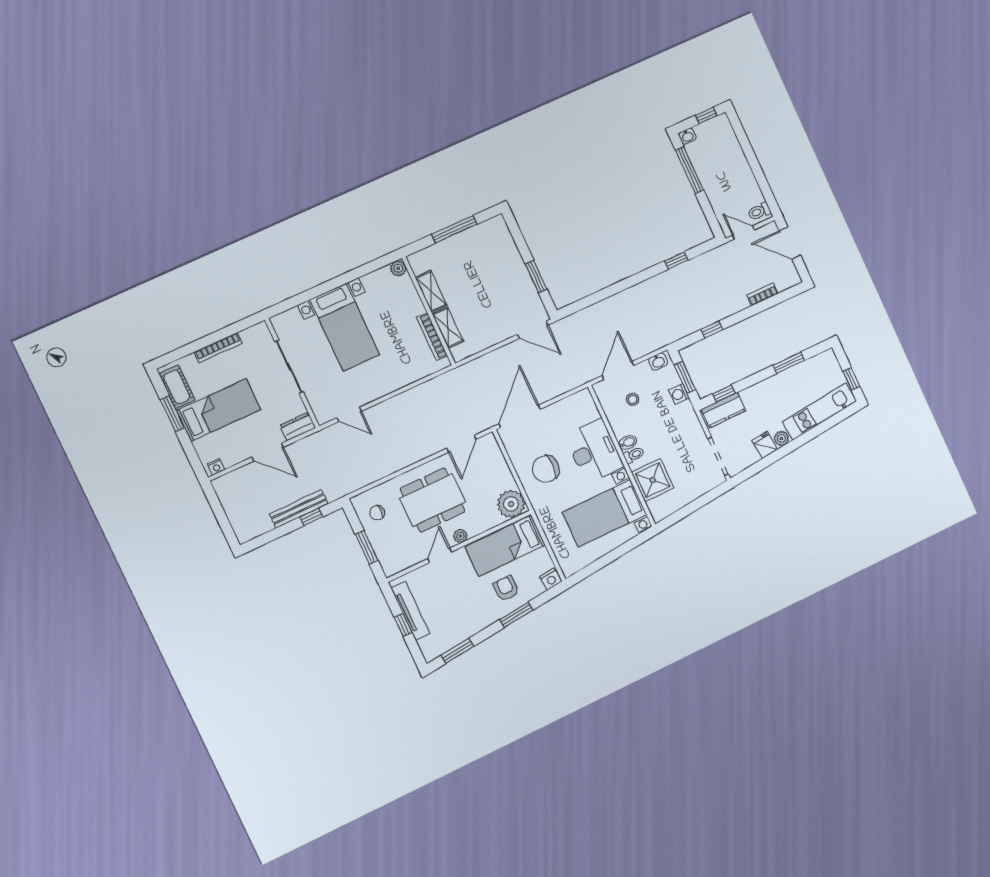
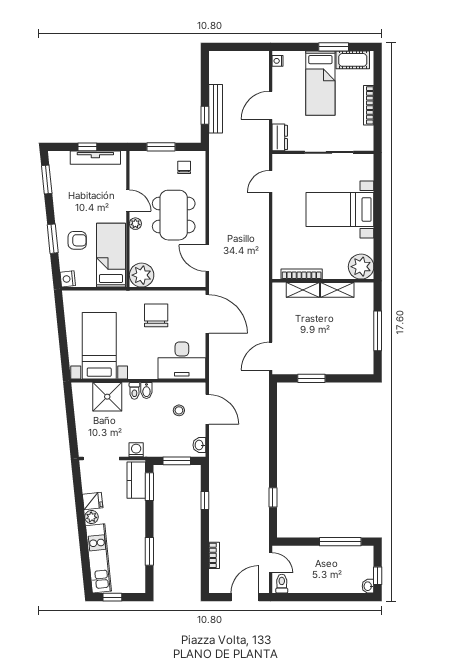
washbasin: (687, 136) -> (368, 586), moved
door: (743, 232) -> (271, 563), hinge flipped
plant: (398, 268) -> (361, 267), width x1.88, depth x1.88
window: (724, 393) -> (149, 487), width x1.50
washing machine: (679, 394) -> (136, 450), moved
desk: (594, 451) -> (182, 361), moved

